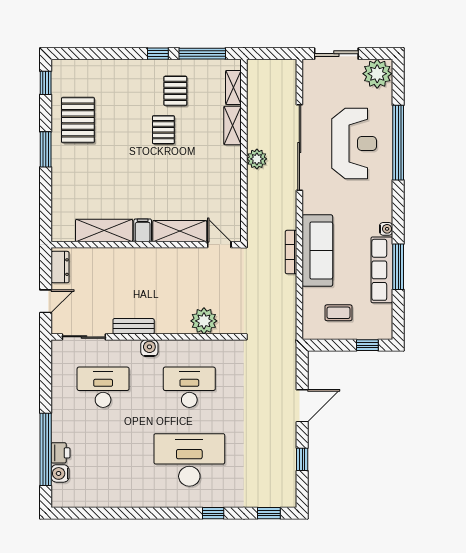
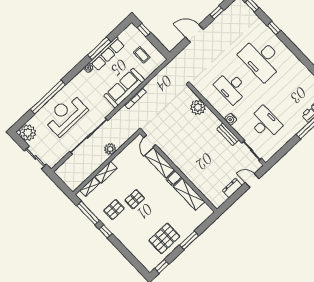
shelving: (104, 230) -> (189, 194), moved
filing cabinet: (143, 230) -> (174, 178), moved
shelving: (180, 231) -> (160, 163), moved
wall: (146, 245) -> (178, 171), moved
door: (219, 245) -> (150, 141), moved
desk: (103, 387) -> (265, 123), turned 180

